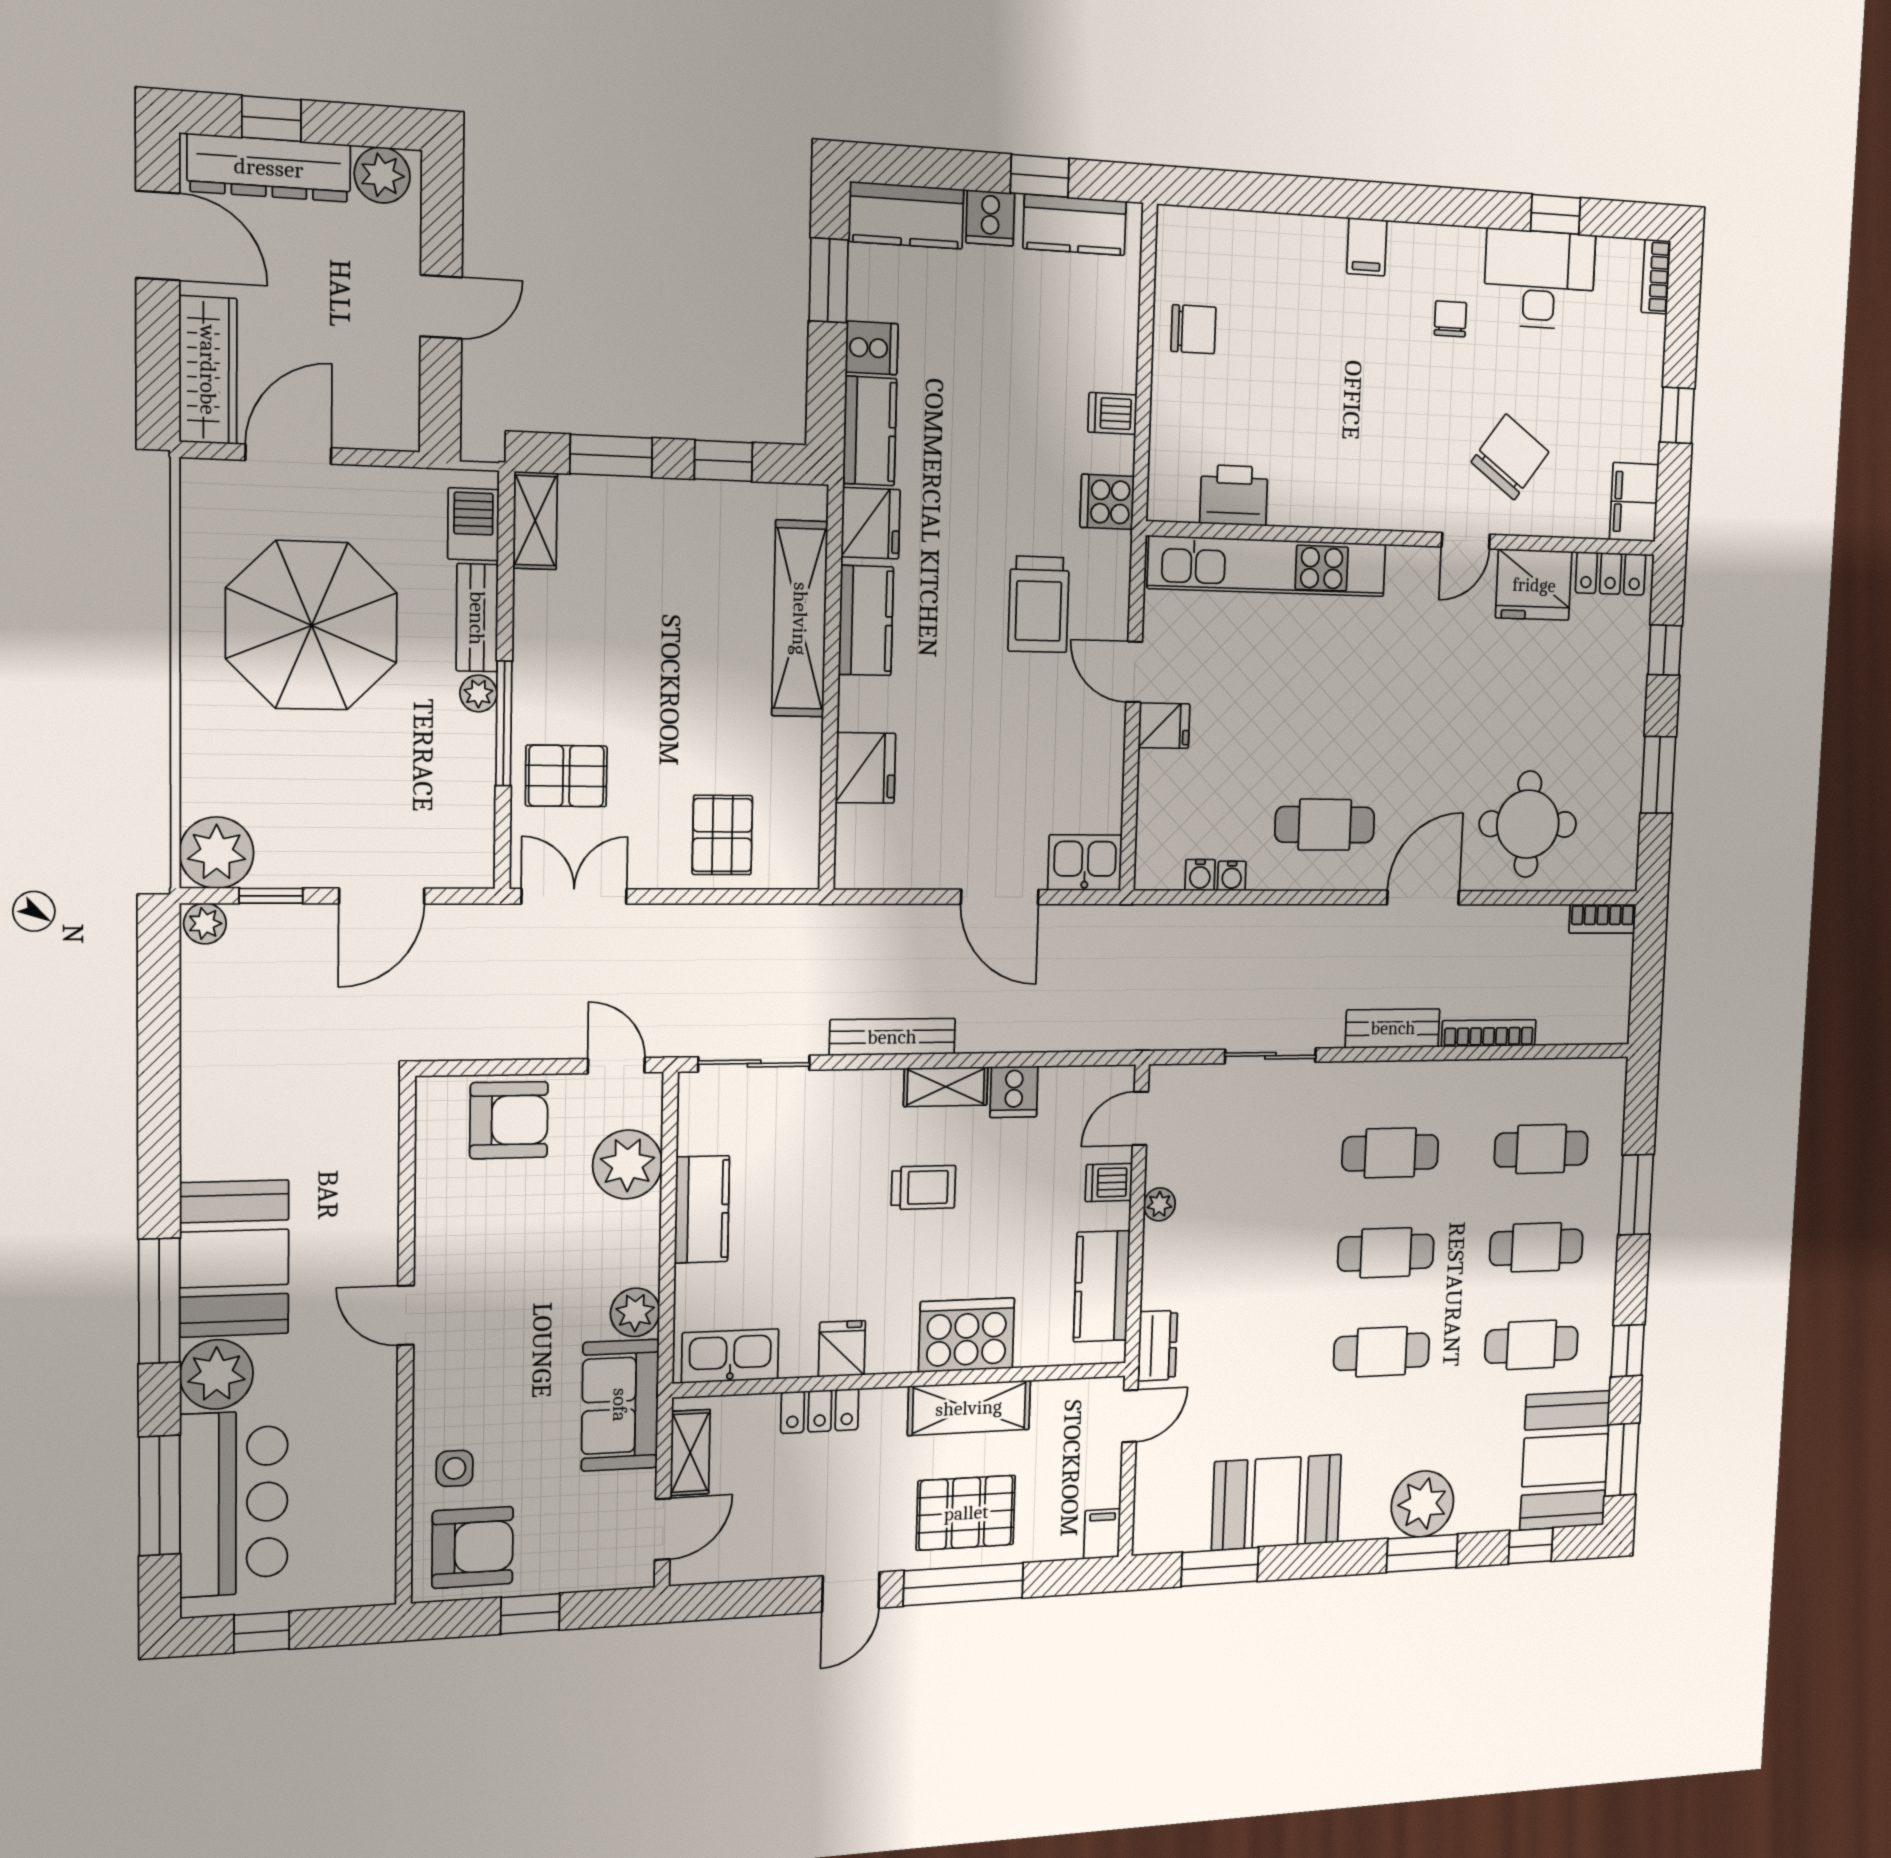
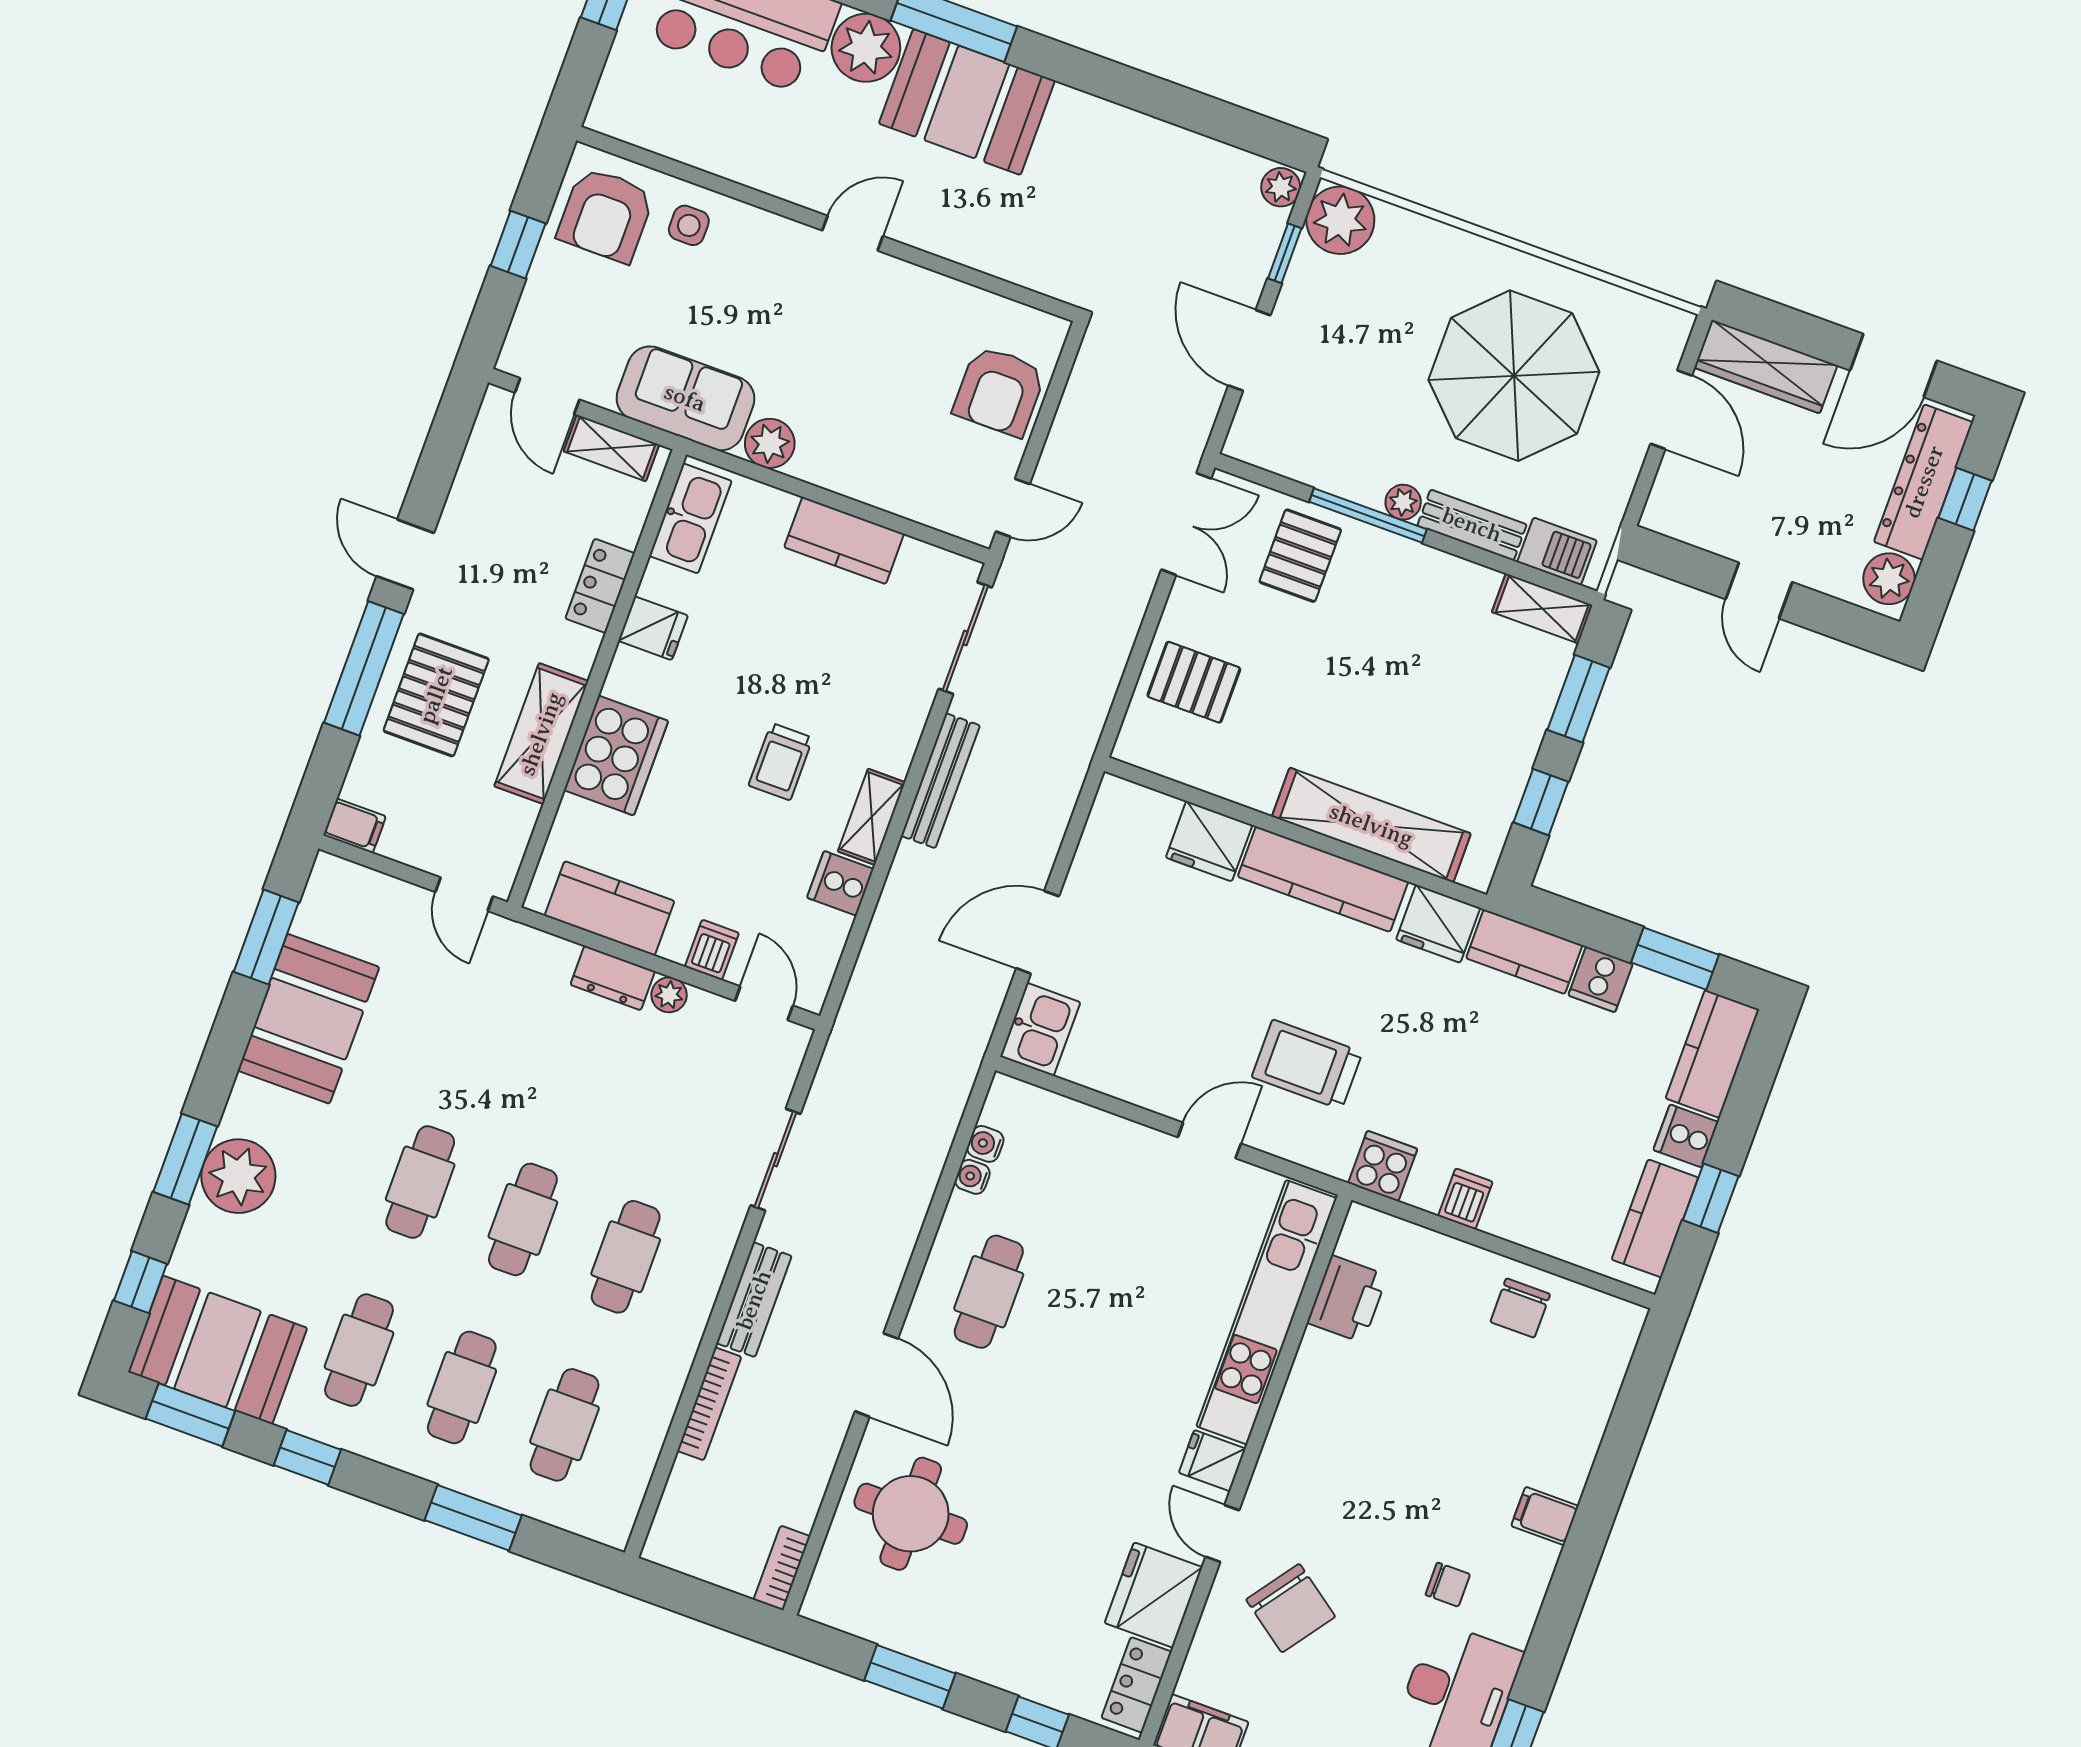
kitchen counter: (866, 621) -> (1323, 879), width x1.50
fridge: (1164, 726) -> (1212, 1461), moved, turned 90
plant: (627, 1164) -> (915, 485), removed
dresser: (1158, 1346) -> (613, 978), moved

